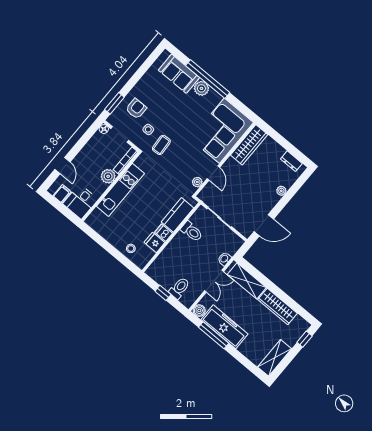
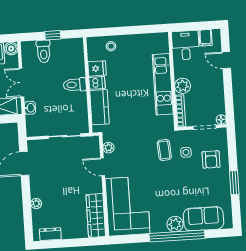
window: (114, 103) -> (234, 183), moved
toilet: (192, 231) -> (75, 85), moved

